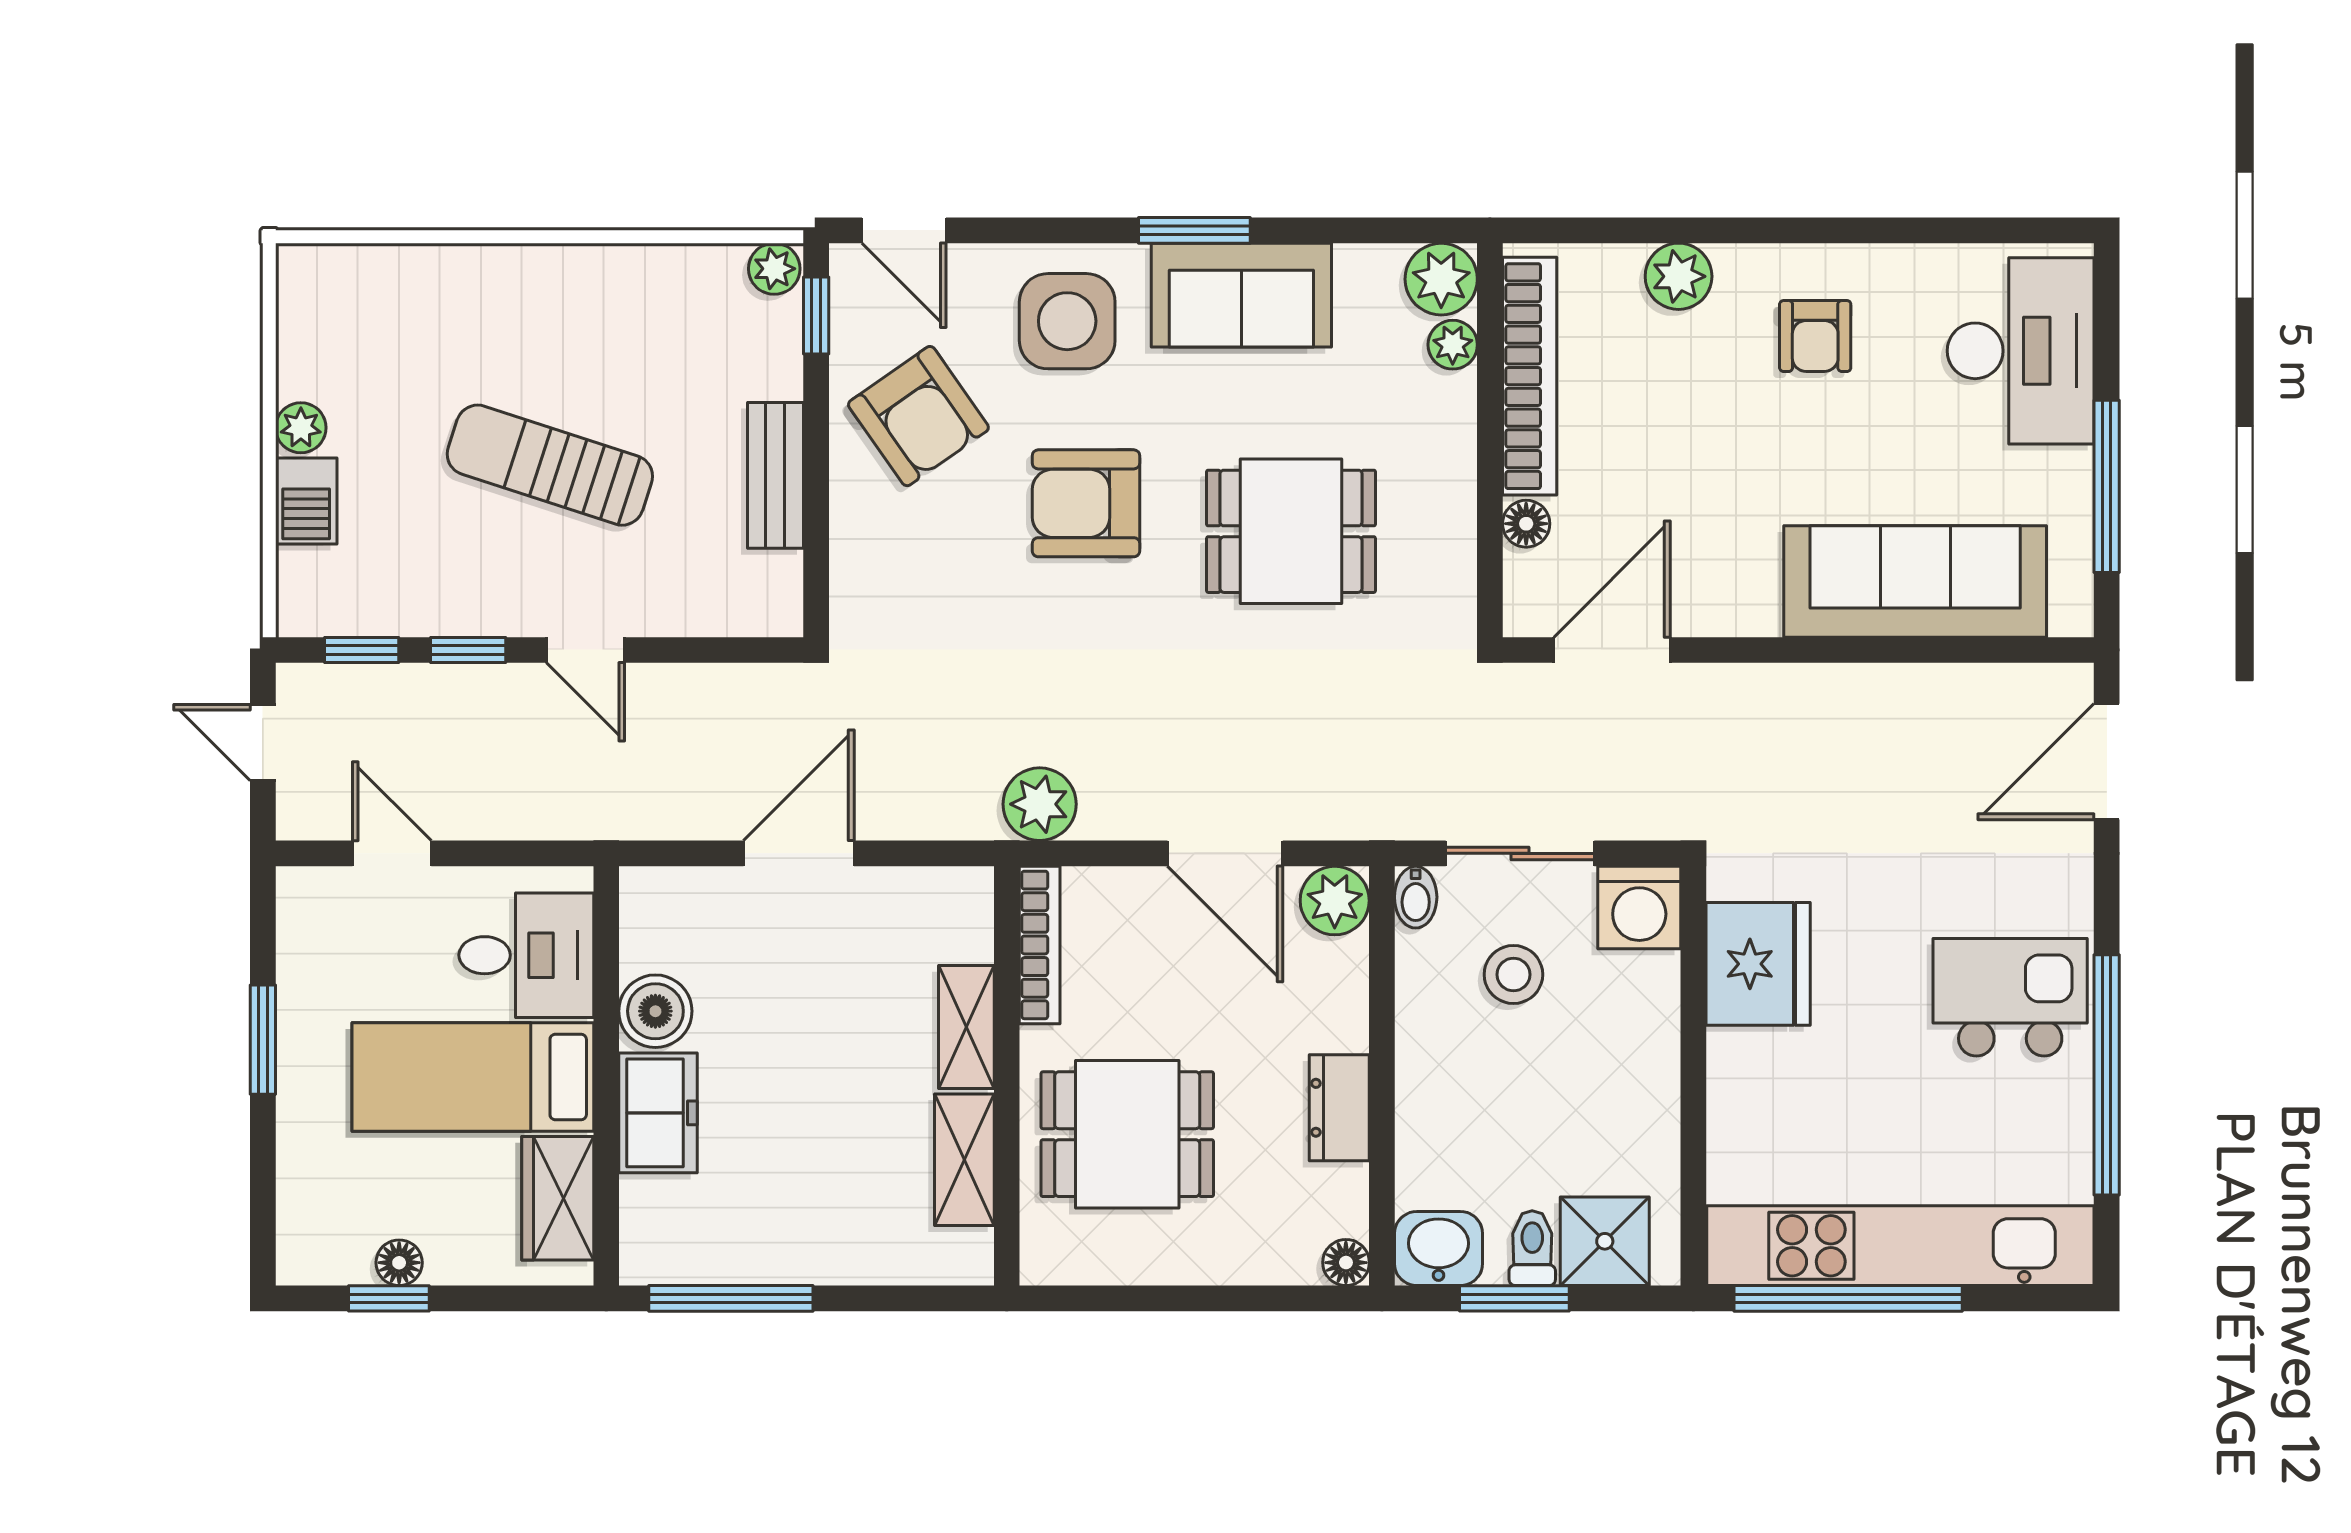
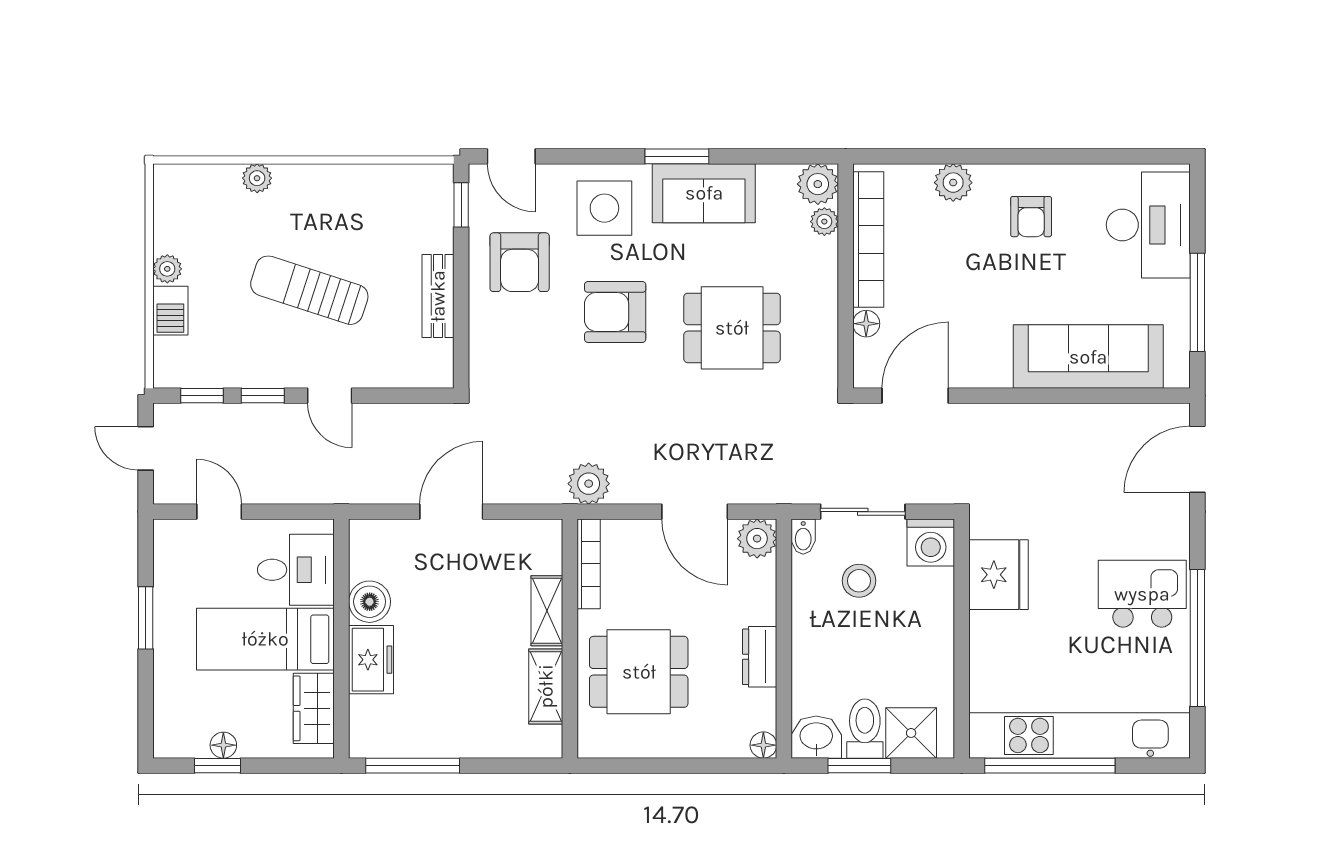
plant: (774, 269) -> (257, 178), moved
armchair: (918, 416) -> (520, 262), turned 35
toilet: (1532, 1248) -> (865, 729), width x1.37, depth x1.39

